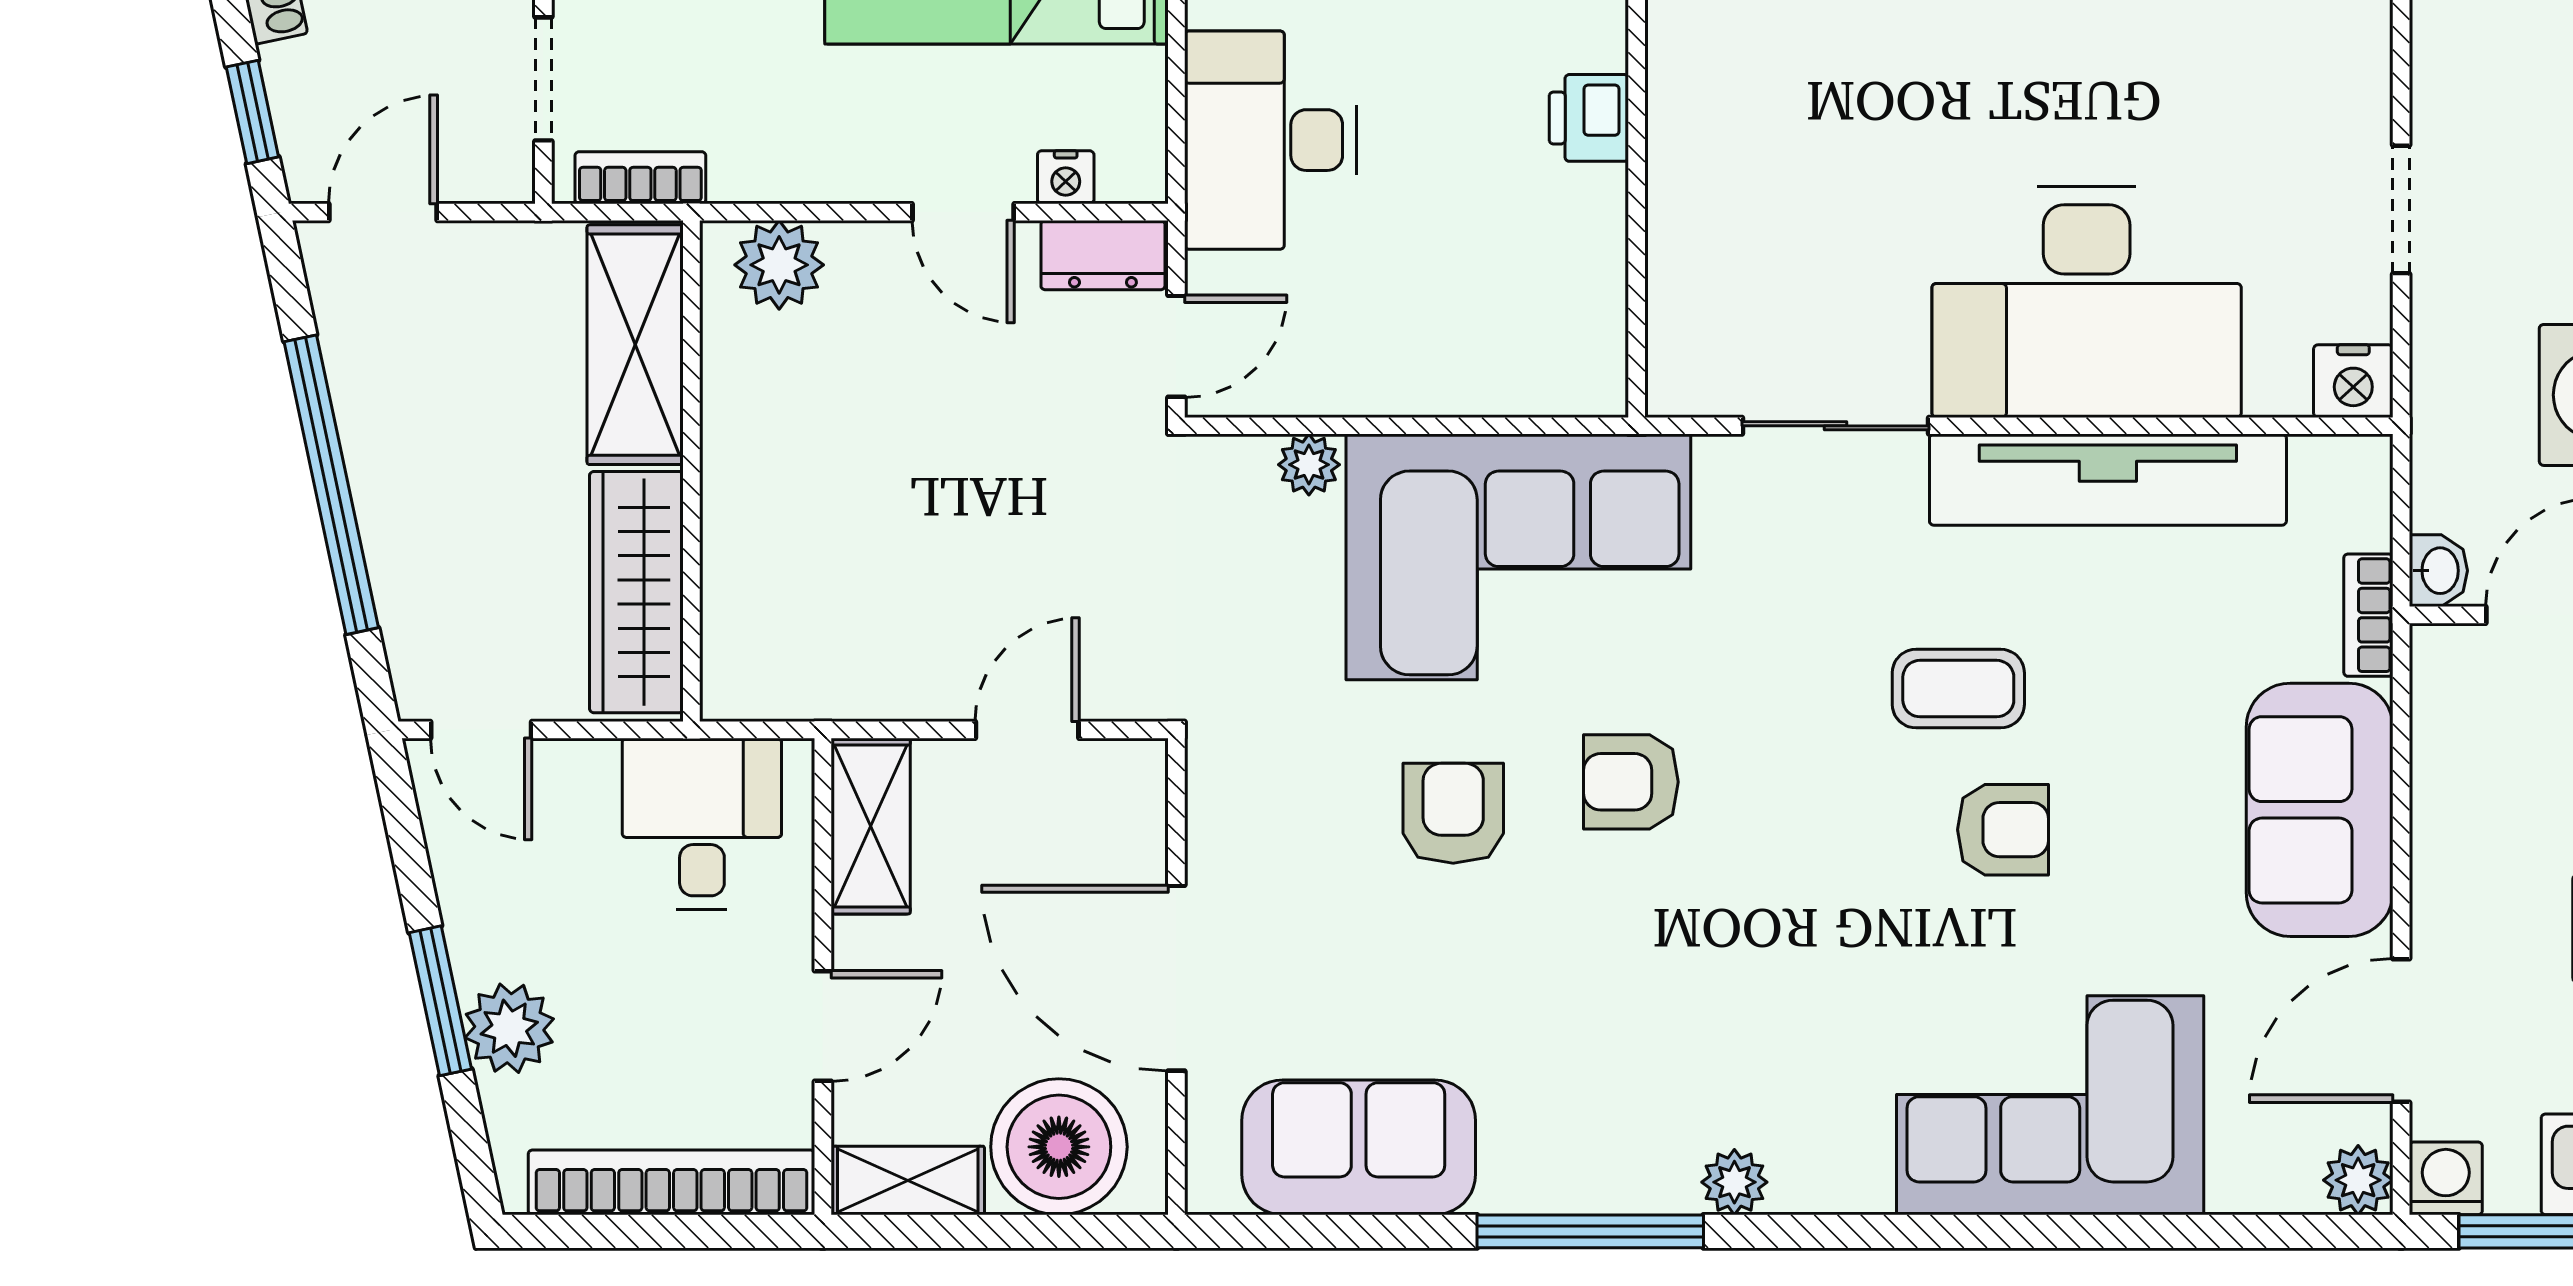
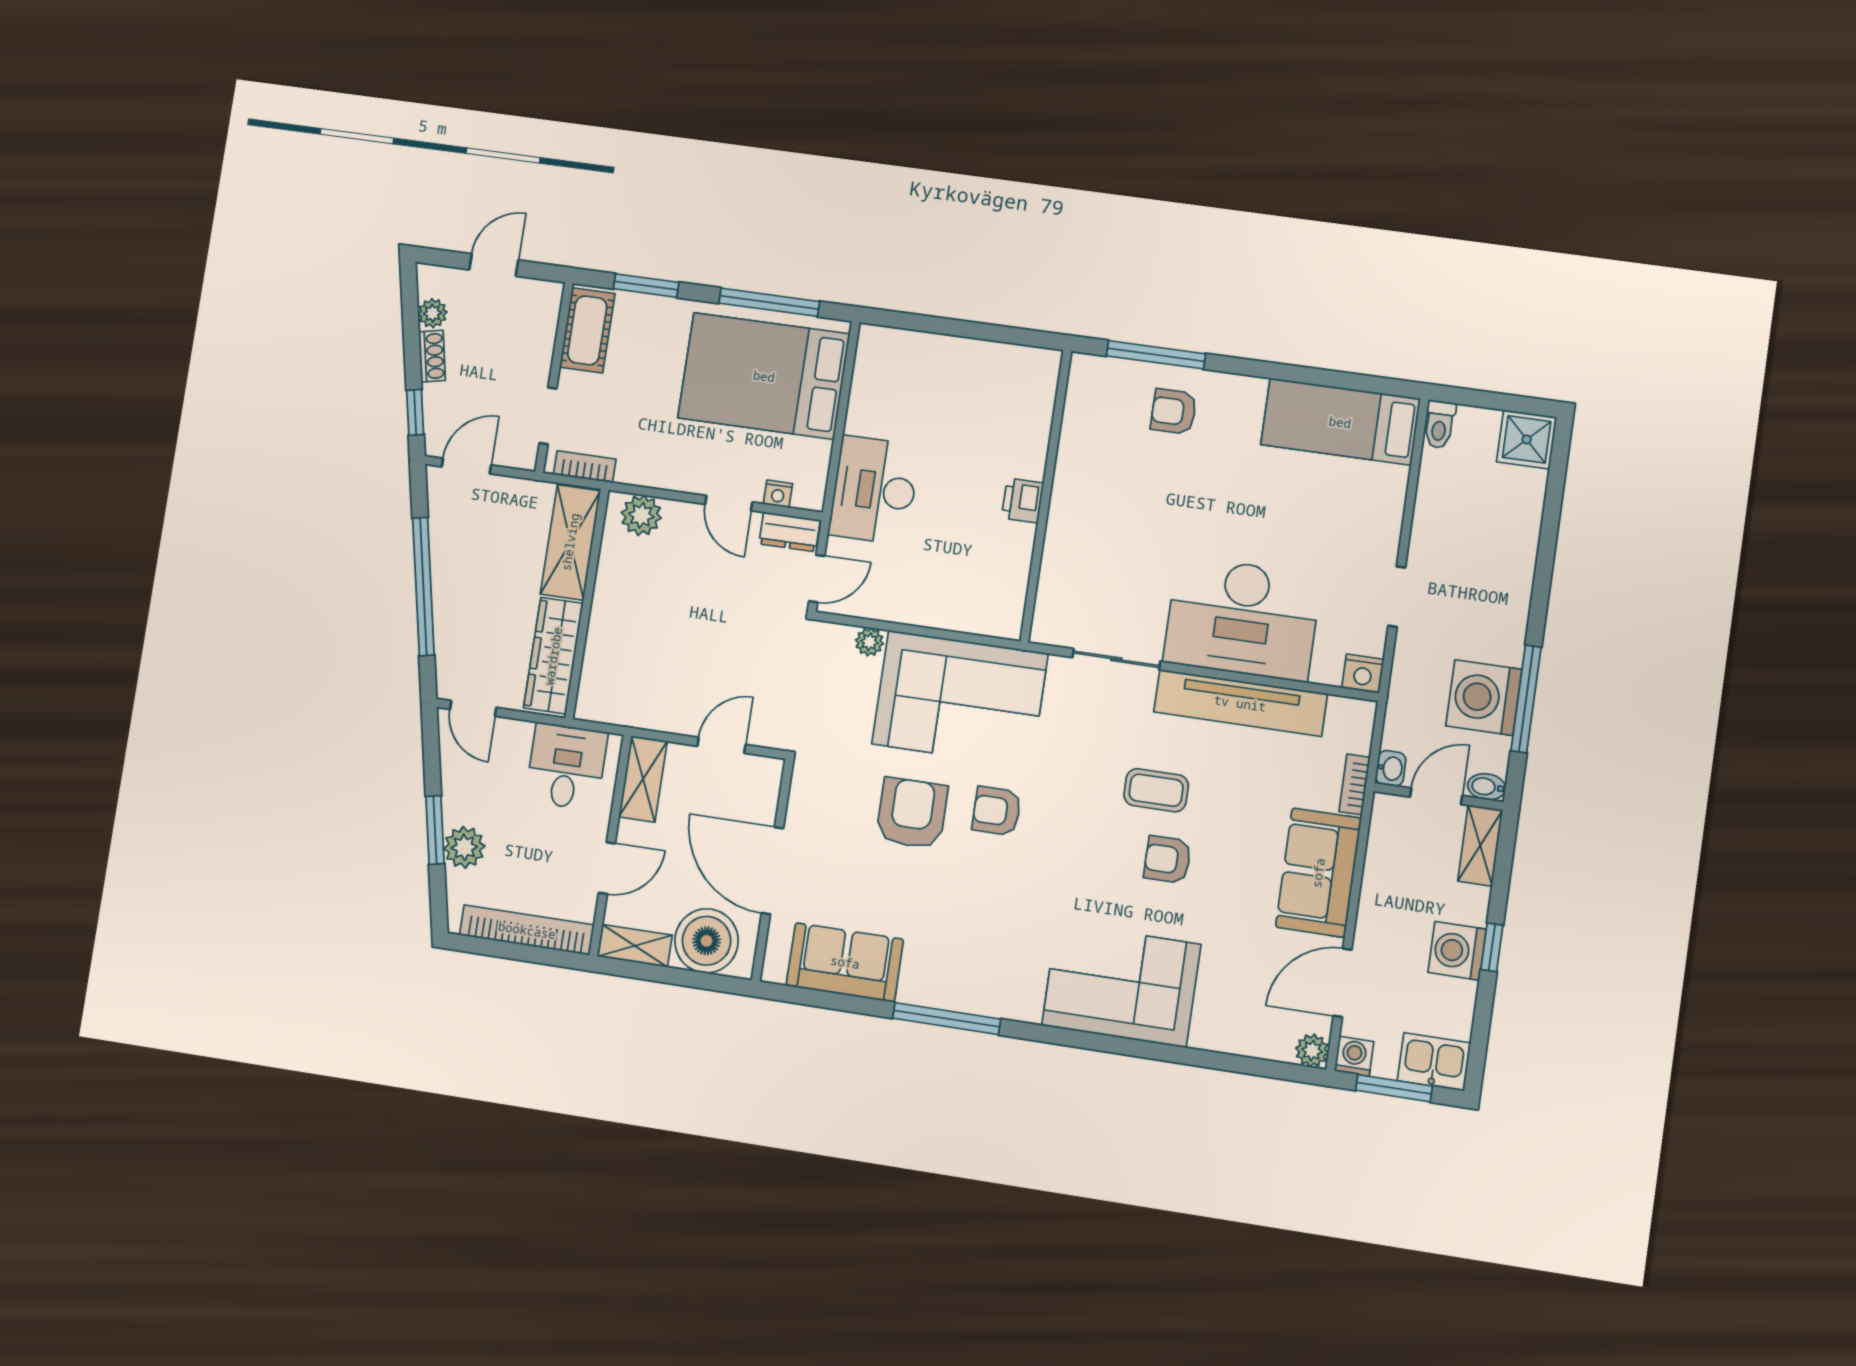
armchair: (1453, 813) -> (912, 813), width x1.38, depth x1.38
armchair: (2003, 830) -> (1168, 859), turned 180
corner sofa: (2050, 1105) -> (1121, 985), moved
plant: (1734, 1182) -> (1017, 1006), removed

